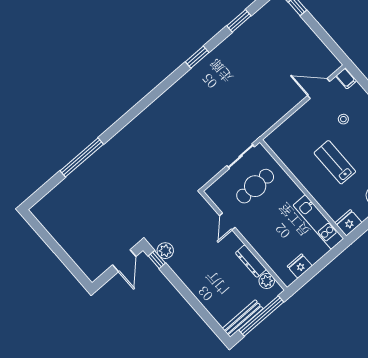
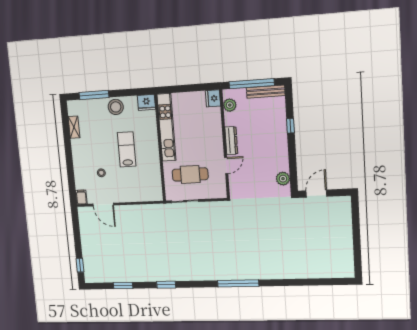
window: (82, 157) -> (238, 283), moved
lab bench: (335, 162) -> (127, 149), turned 180
kitchen unit: (318, 222) -> (167, 127), width x1.36
window: (157, 260) -> (290, 126), moved
dresser: (251, 261) -> (231, 141), moved
fridge: (300, 266) -> (213, 98), moved, turned 90

